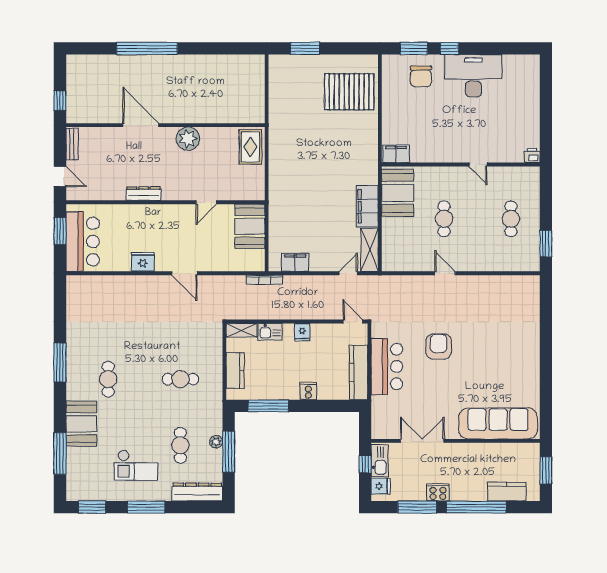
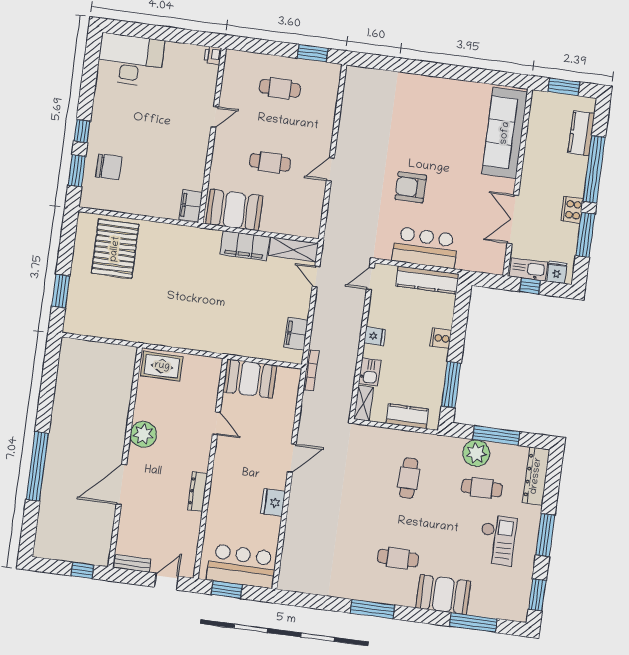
desk: (473, 76) -> (130, 60), moved, turned 90
plant: (216, 442) -> (476, 453), width x1.88, depth x1.88

